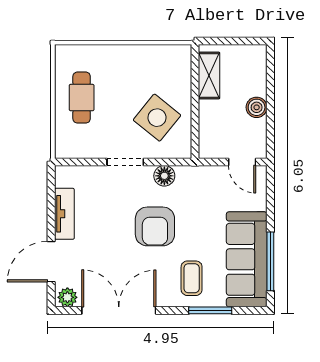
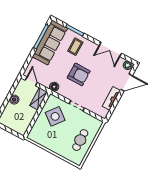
shelving: (209, 76) -> (39, 99), moved
floor lamp: (164, 176) -> (54, 87), moved
armchair: (155, 226) -> (79, 74), turned 90
double door: (119, 310) -> (110, 49), width x0.73

